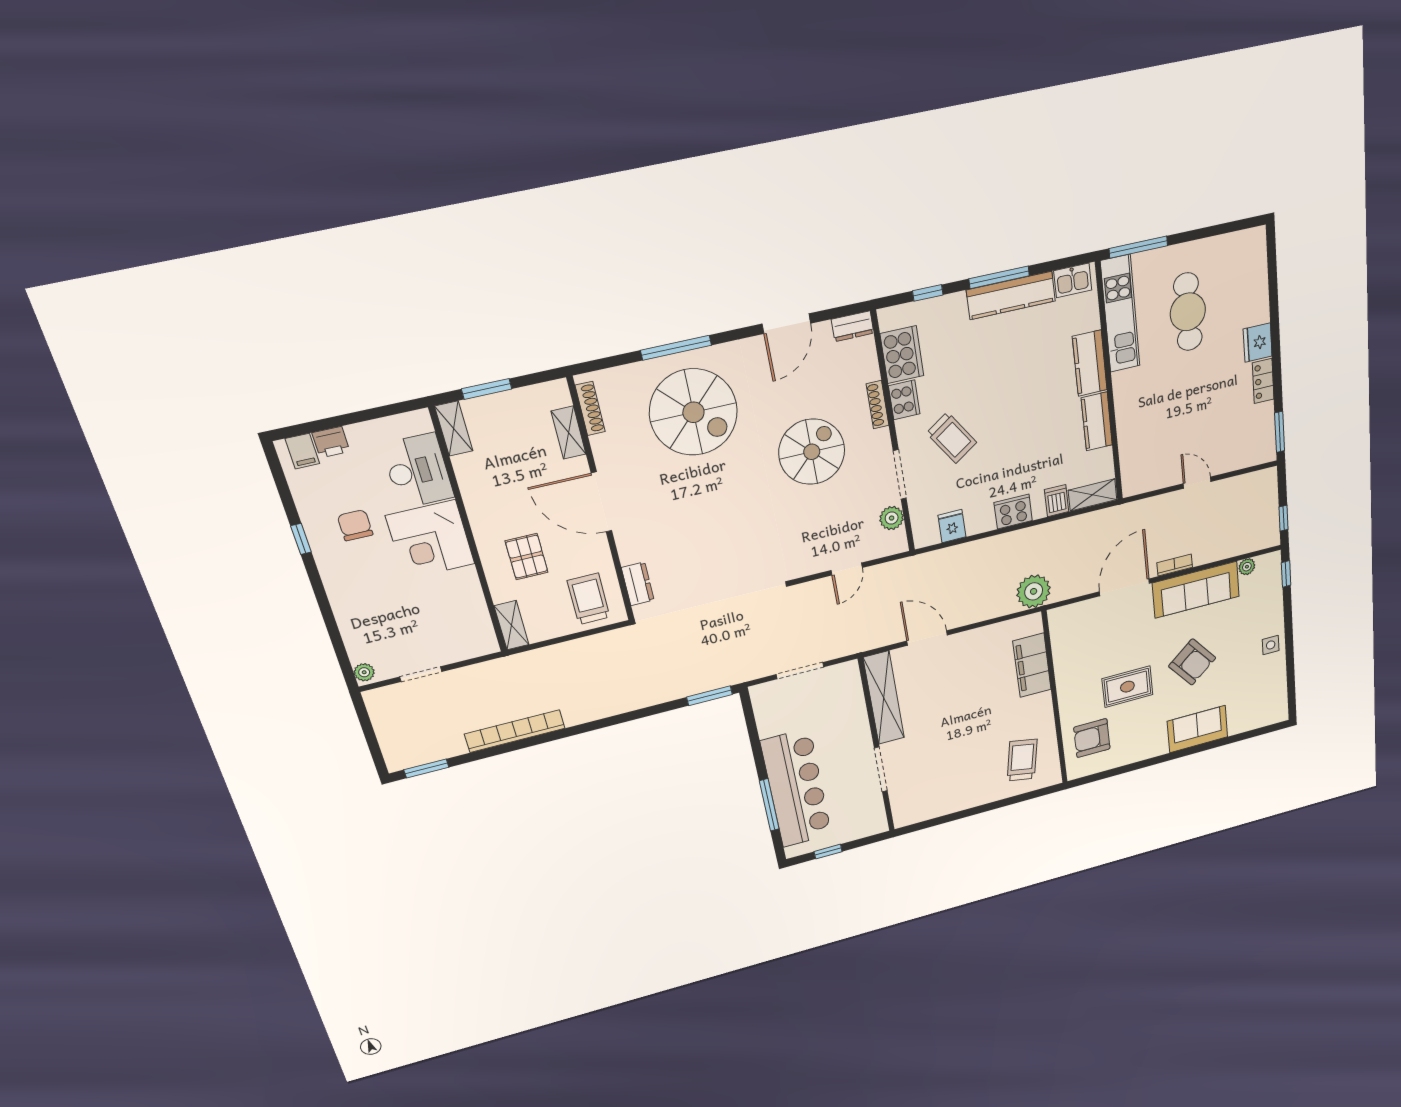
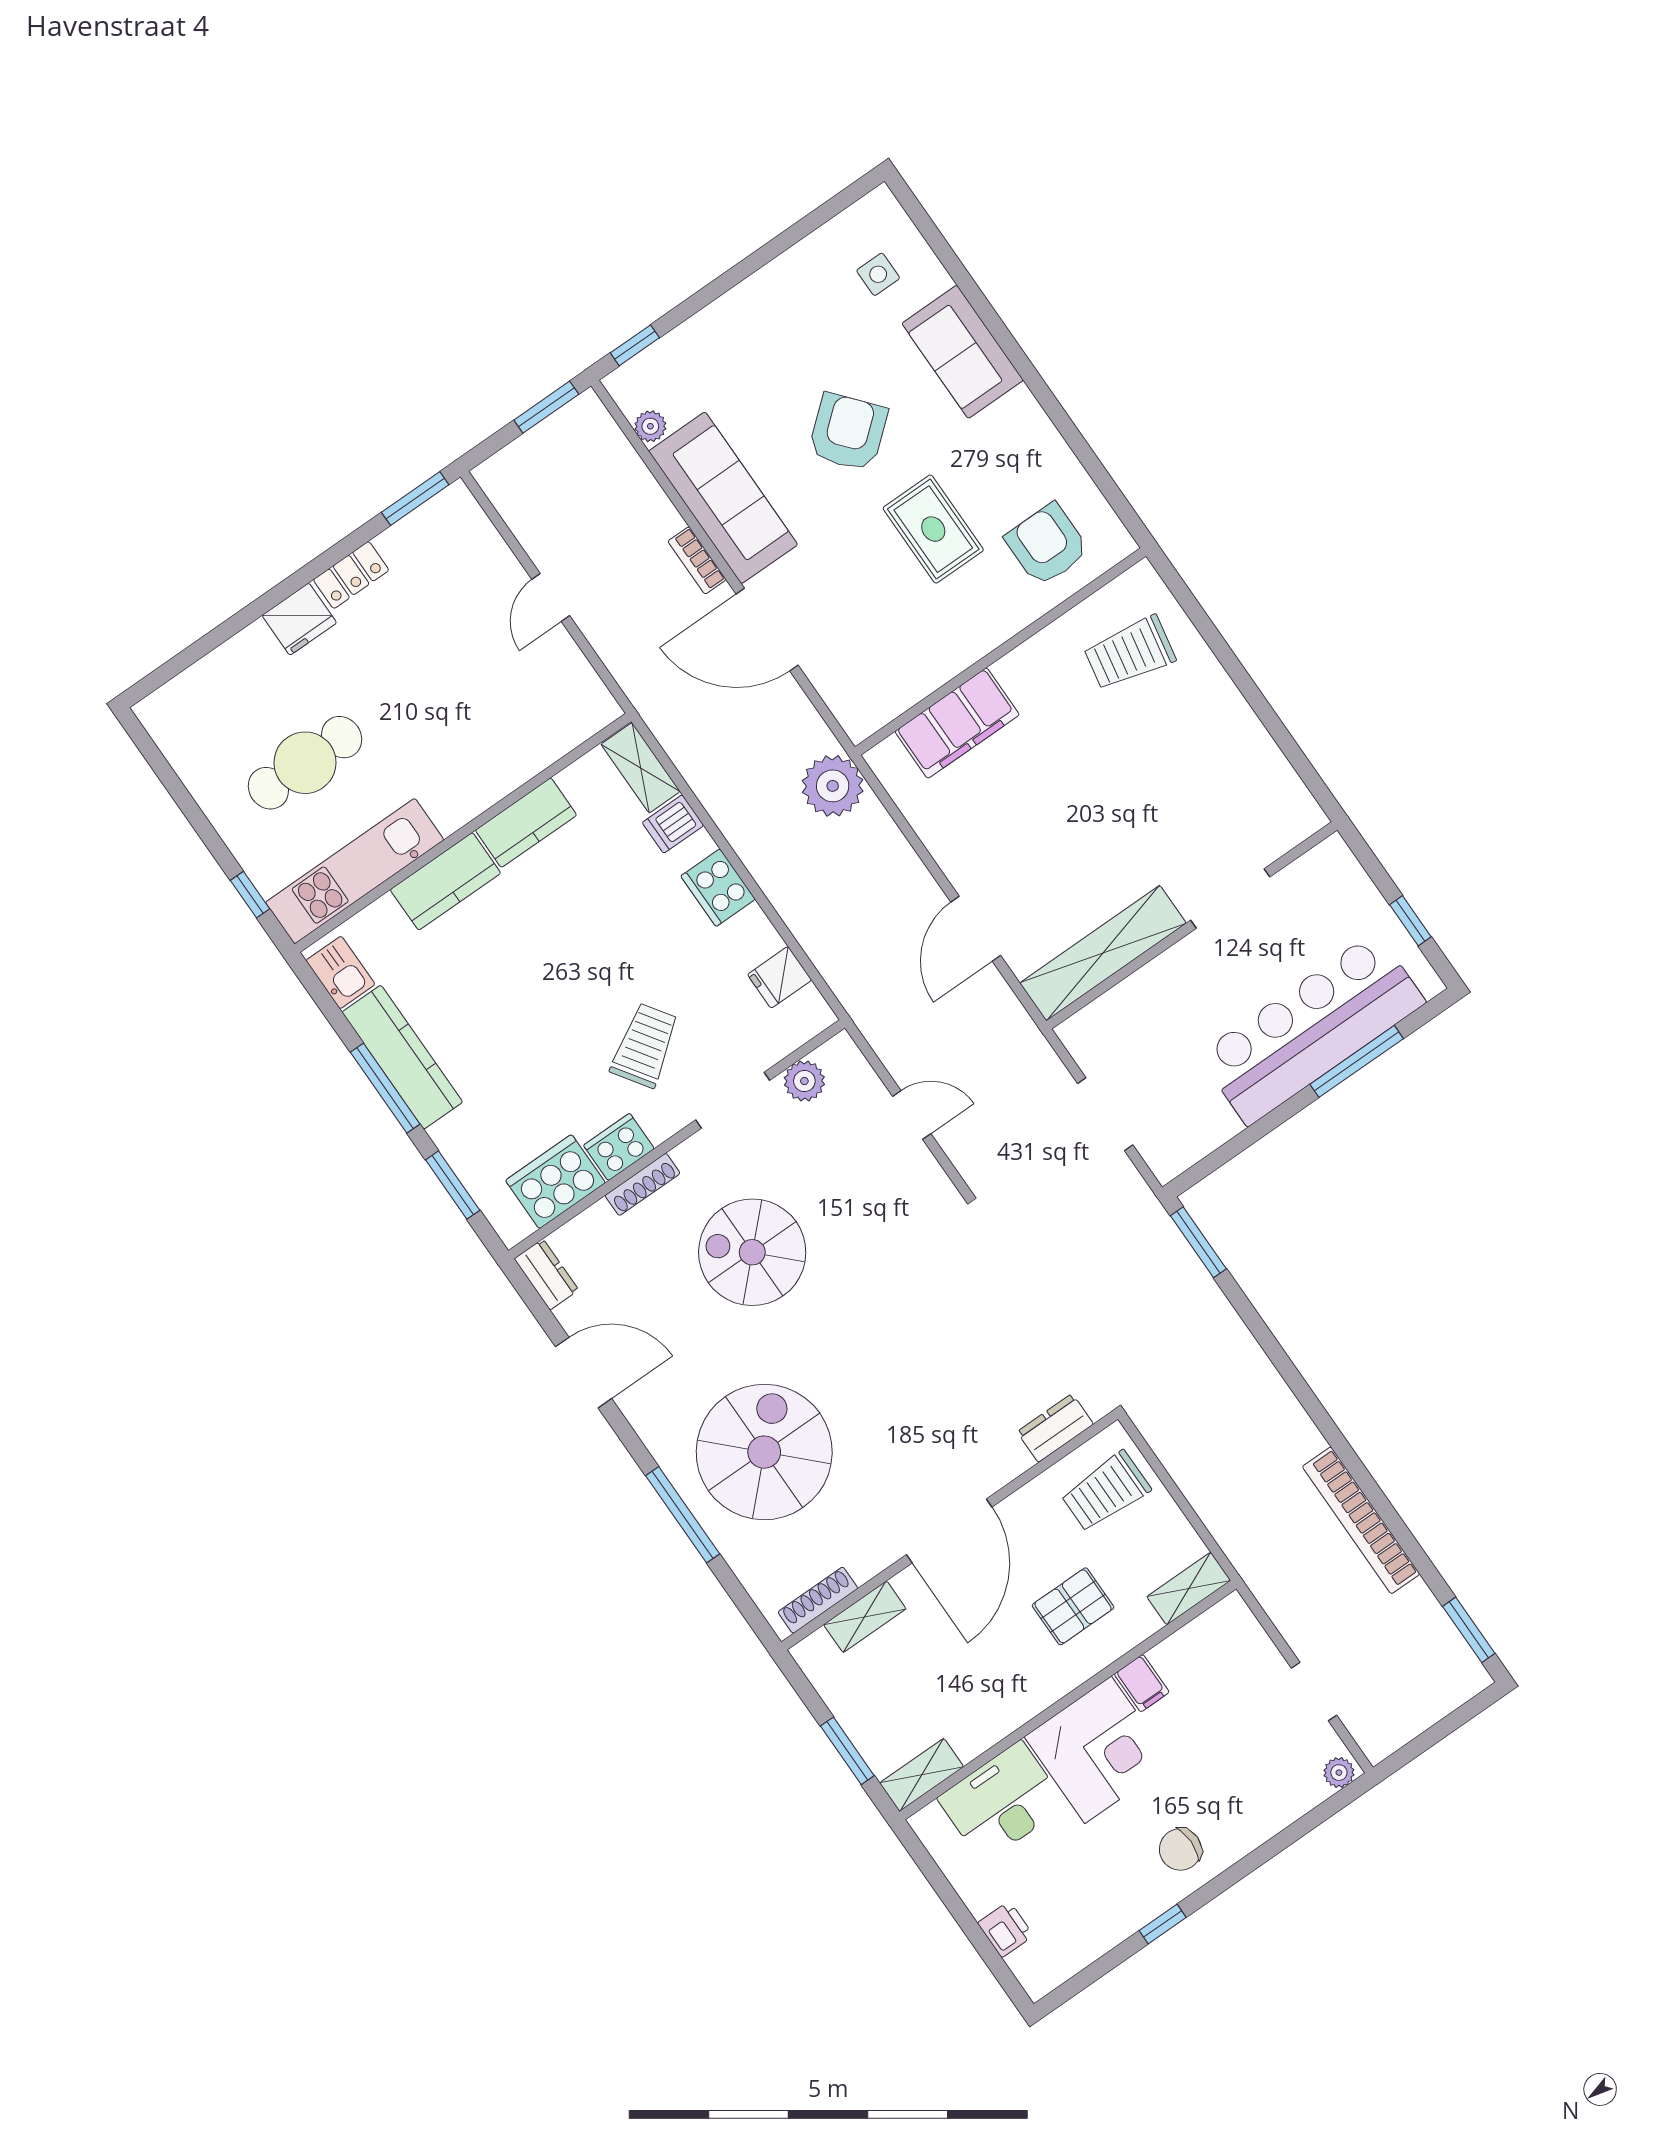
window: (1138, 247) -> (250, 895), width x0.46
window: (928, 293) -> (453, 1185), width x1.50
filing cabinet: (302, 451) -> (1142, 1683), moved, turned 90
window: (1284, 518) -> (546, 407), width x1.50
chair: (355, 525) -> (1180, 1849), moved
side table: (1271, 645) -> (878, 274), moved
armchair: (1092, 738) -> (1047, 545), turned 180

